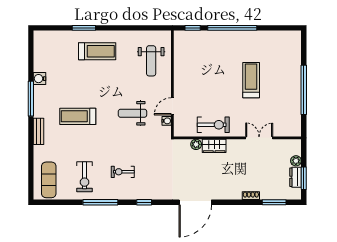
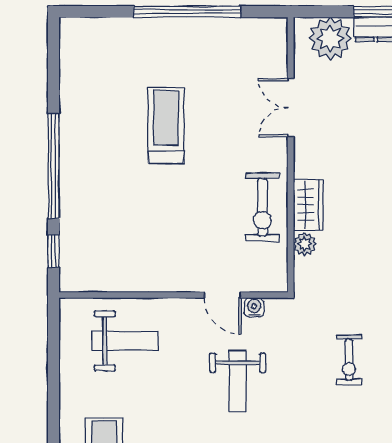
treadmill: (251, 80) -> (166, 125), turned 90
exercise bike: (213, 125) -> (262, 207), turned 180
plant: (296, 161) -> (330, 38), width x1.87, depth x1.87
exercise bike: (123, 172) -> (349, 360), moved

